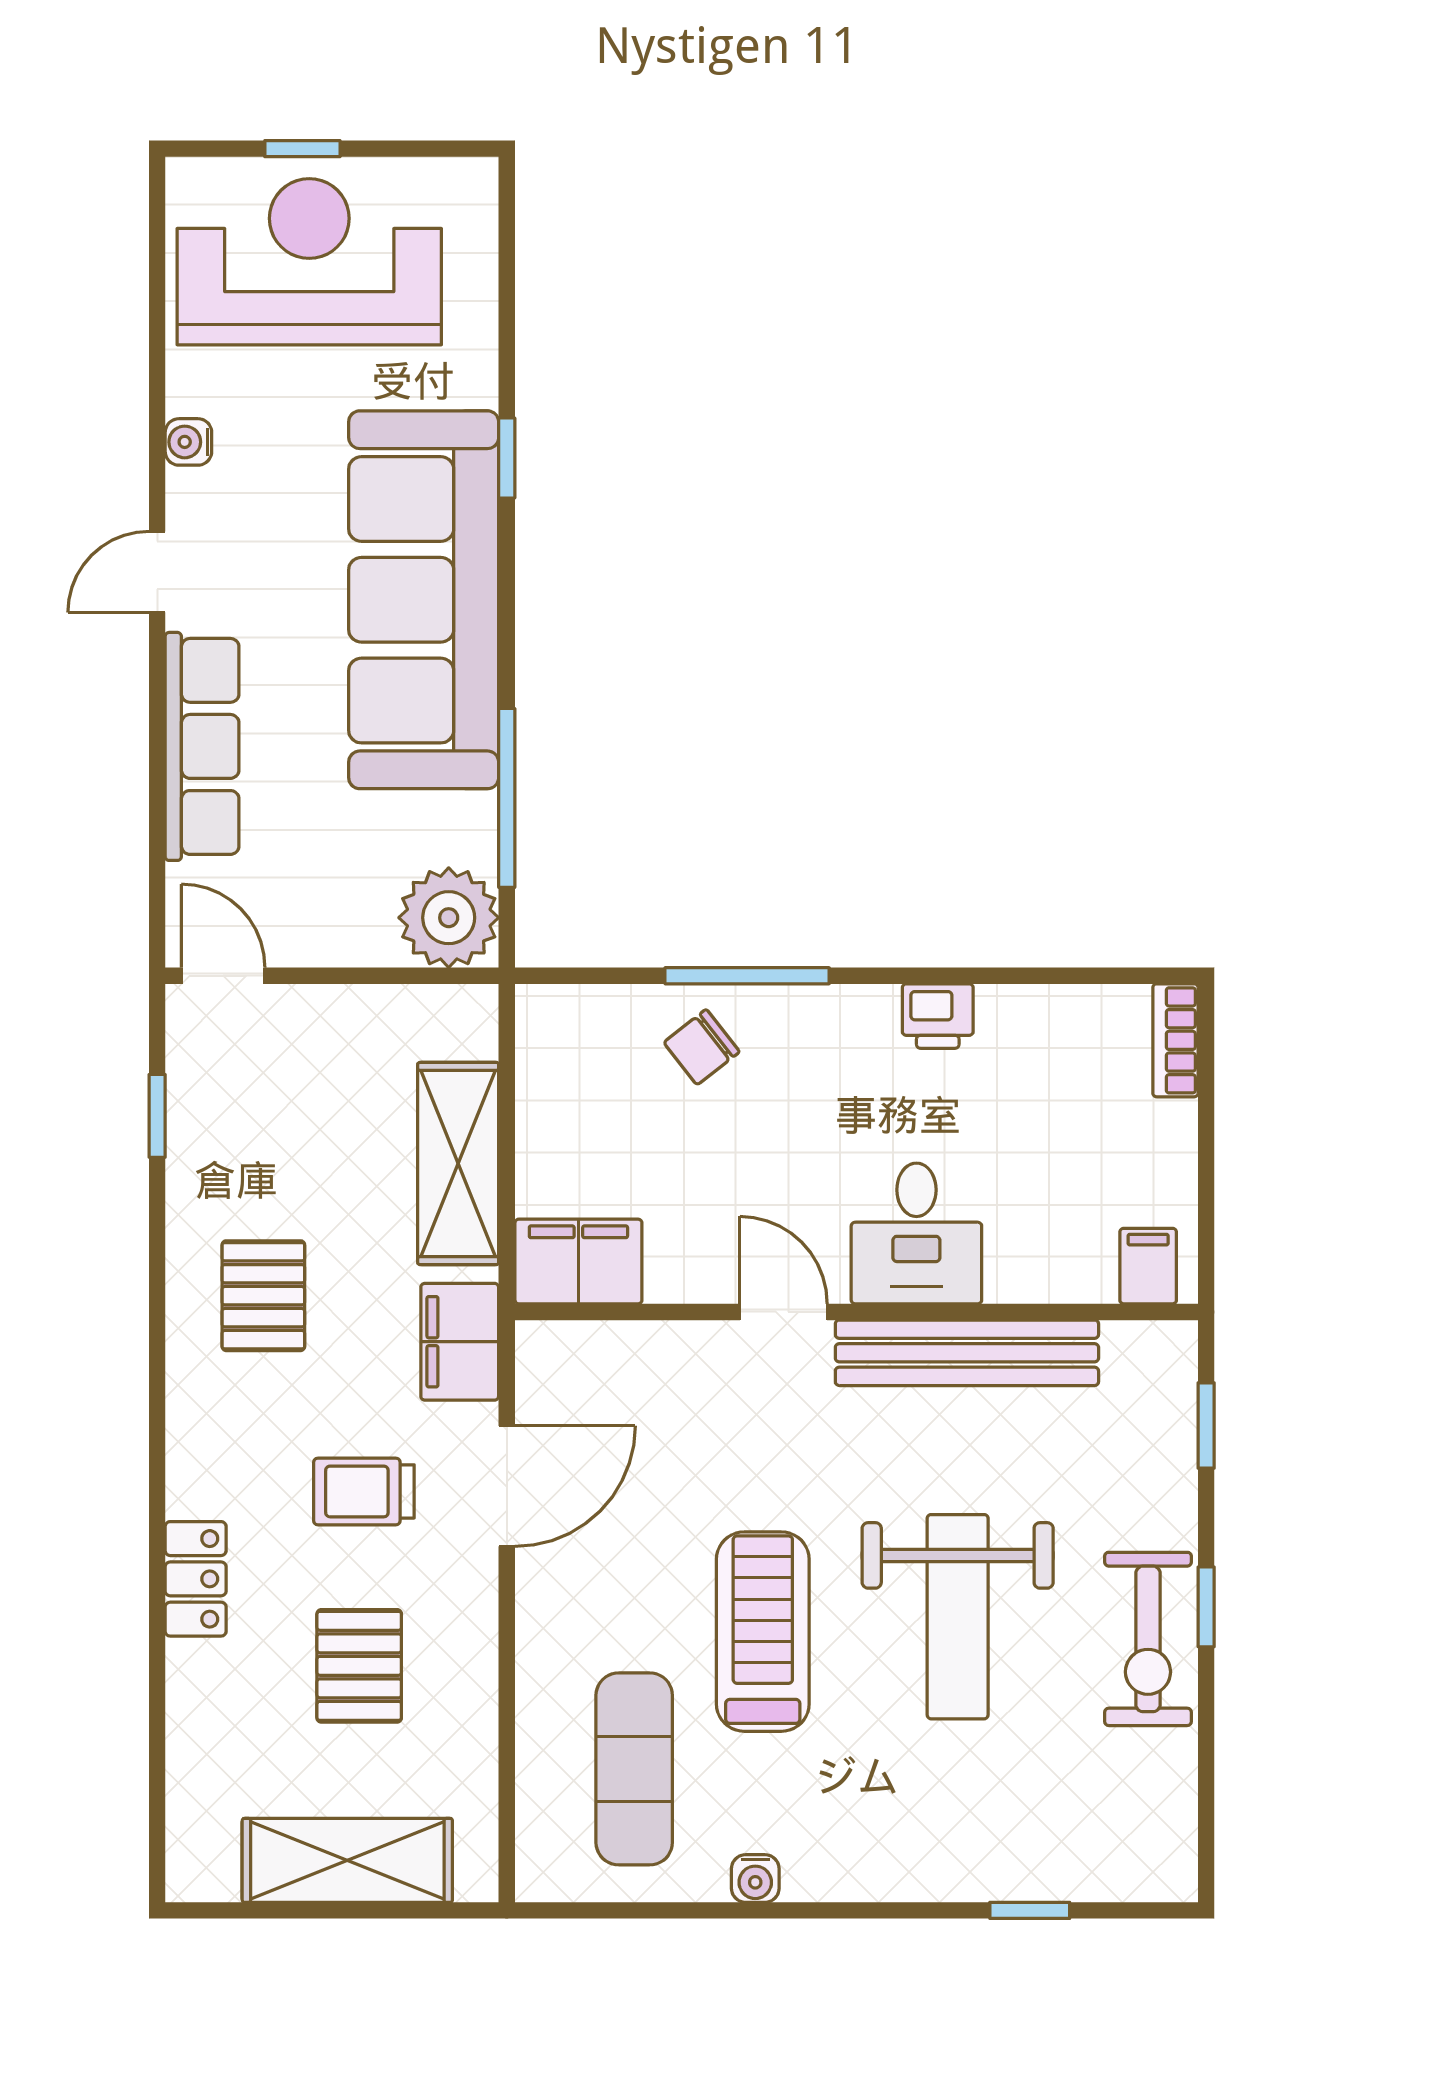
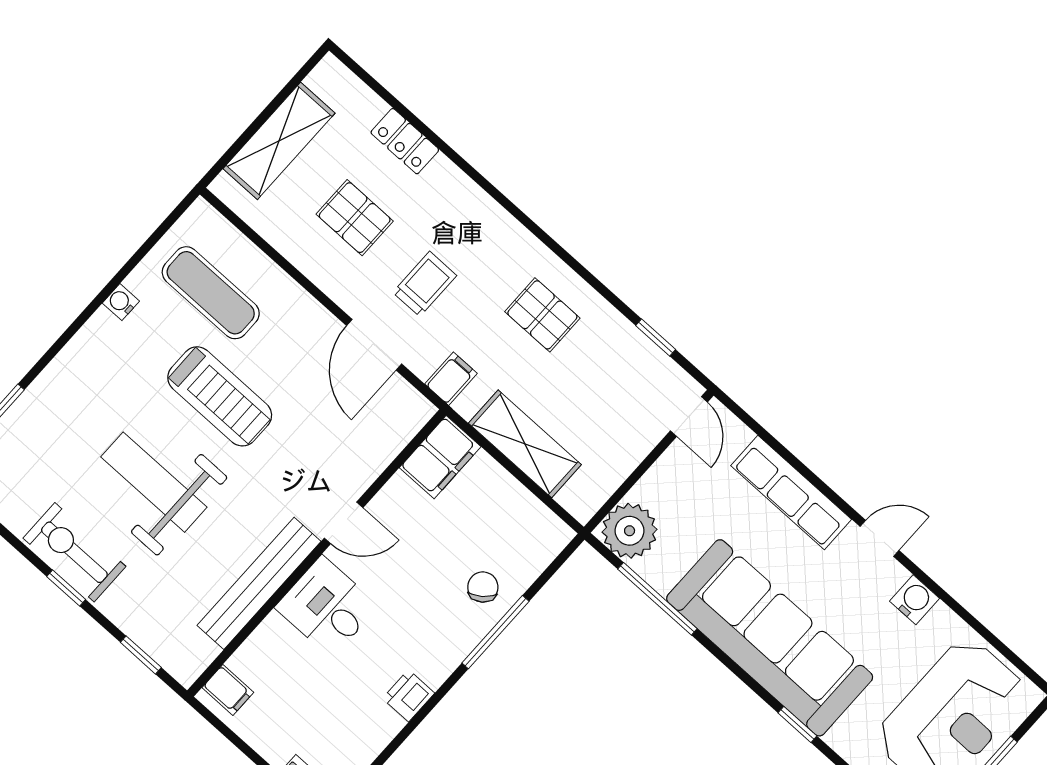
water cooler: (188, 442) -> (915, 600), width x1.38, depth x1.38
door: (157, 572) -> (880, 538), hinge flipped
door: (223, 976) -> (689, 417), hinge flipped
filing cabinet: (460, 1342) -> (451, 379), width x0.50
locker: (196, 1579) -> (405, 141), moved

